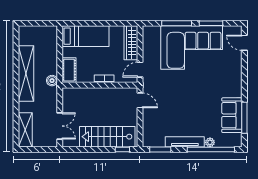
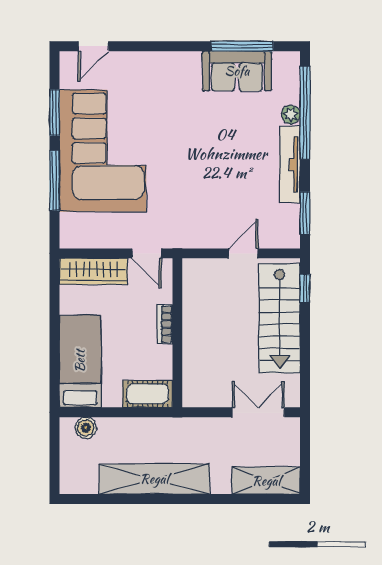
boiler: (52, 81) -> (86, 428), moved
door: (140, 100) -> (243, 253), moved

